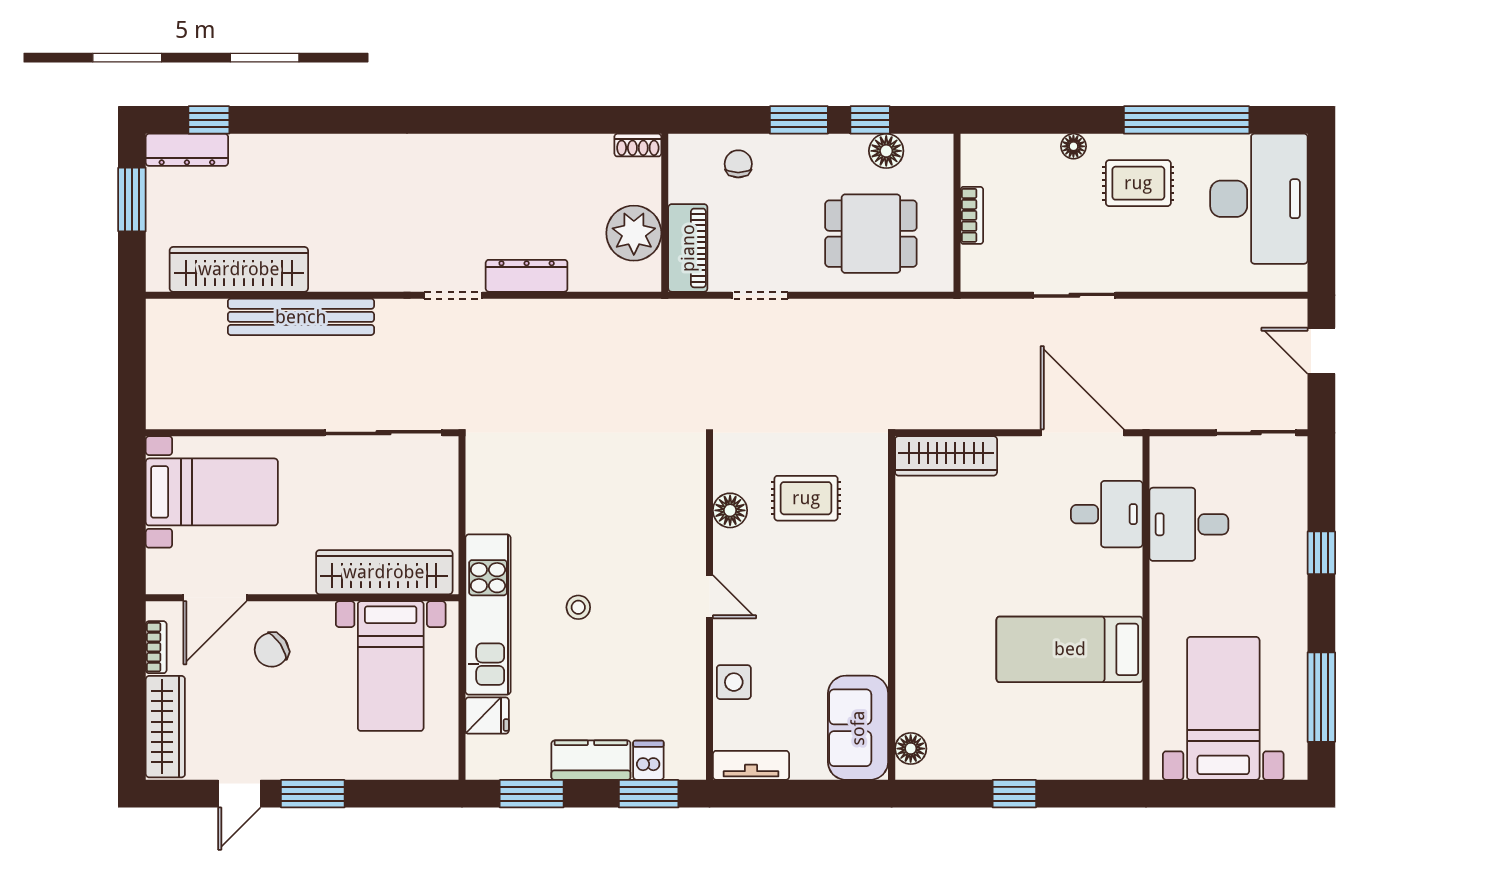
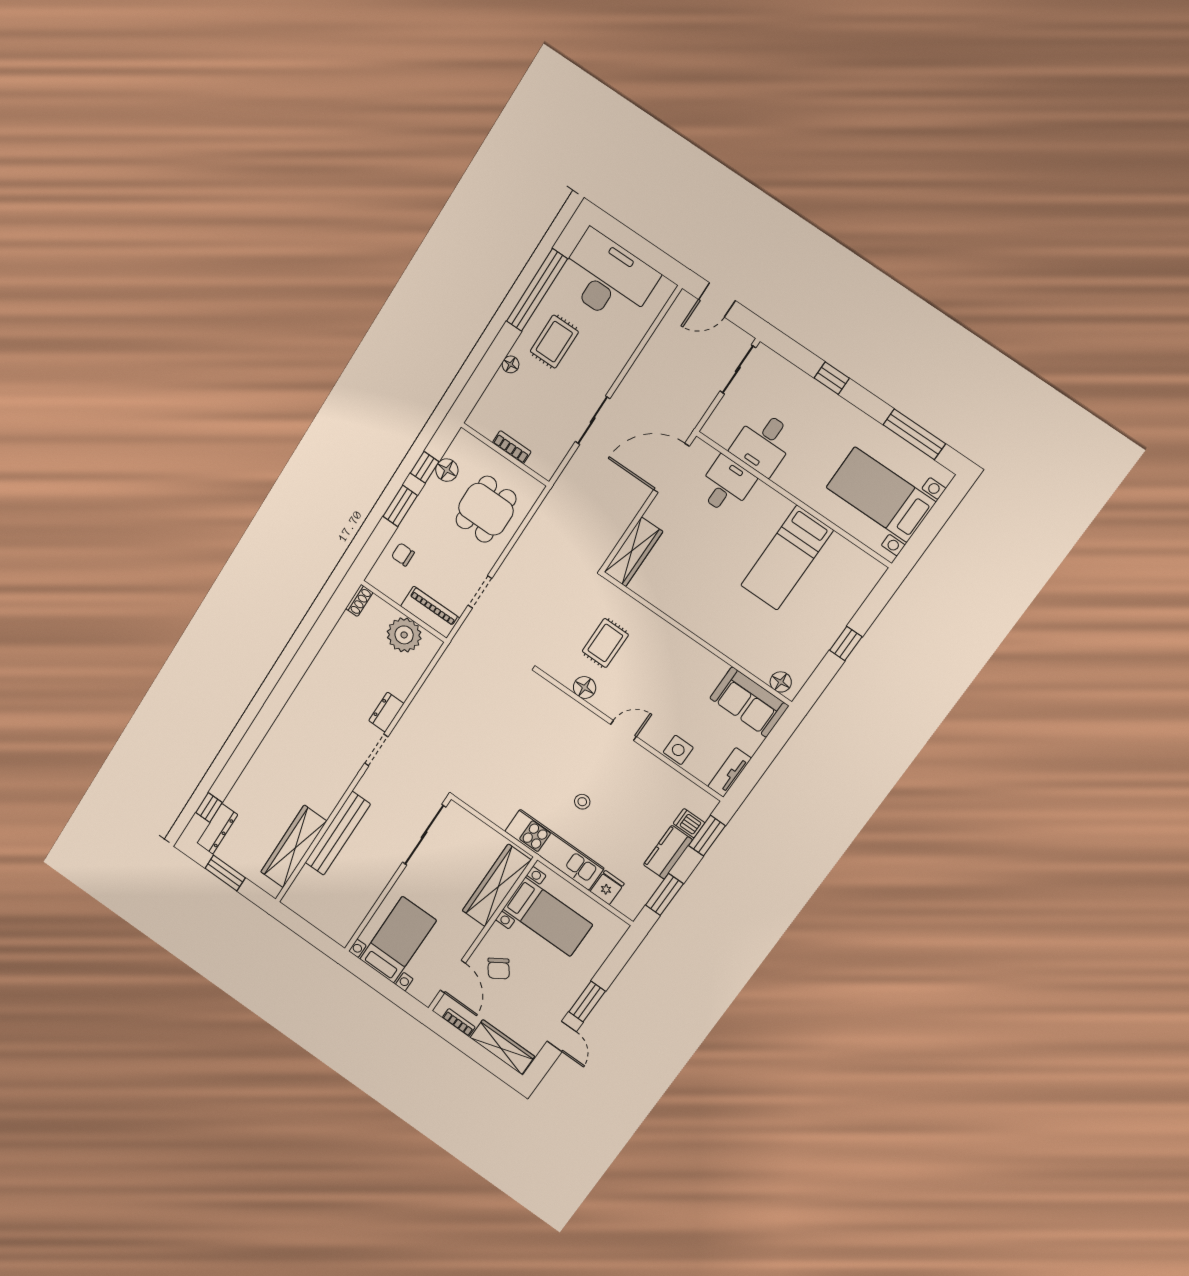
dresser: (527, 276) -> (386, 712), width x0.70

